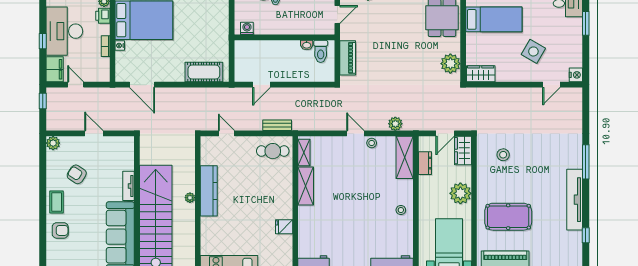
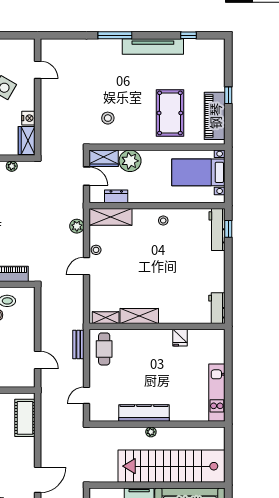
plant: (450, 64) -> (12, 166), width x0.53, depth x0.53
nightstand: (576, 75) -> (28, 118), moved, turned 90
plant: (460, 193) -> (130, 161), moved

